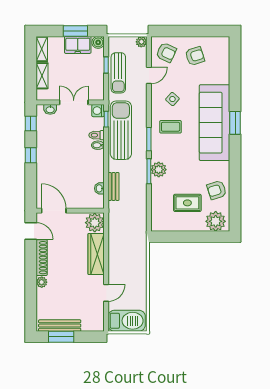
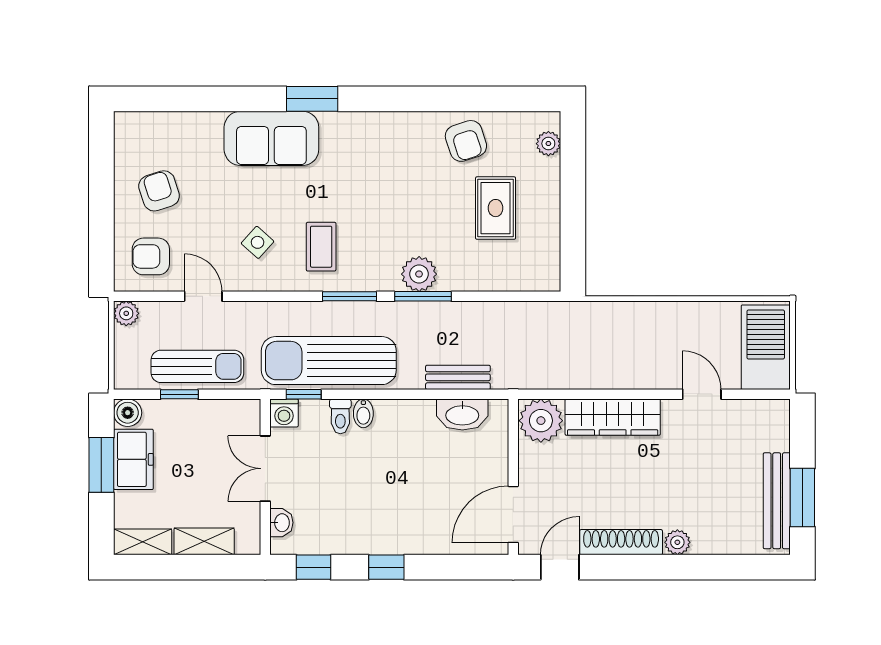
armchair: (166, 53) -> (151, 256), turned -115
sofa: (215, 123) -> (271, 138), width x0.54, depth x0.79
washbasin: (99, 188) -> (462, 414), width x1.91, depth x1.45
plant: (216, 221) -> (548, 144), width x0.53, depth x0.53

